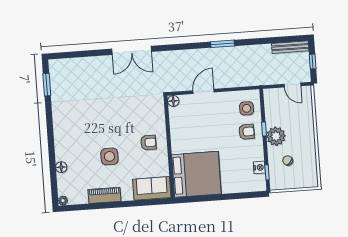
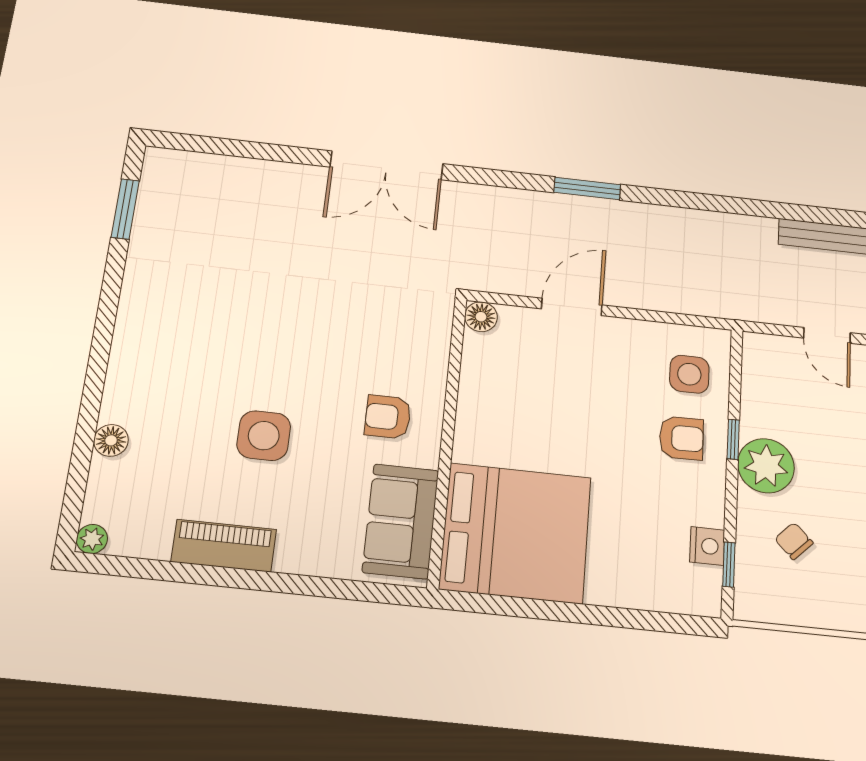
window: (222, 44) -> (587, 188), moved
armchair: (148, 143) -> (388, 417), turned 180
sofa: (152, 188) -> (401, 521), moved, turned -90

